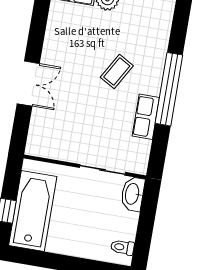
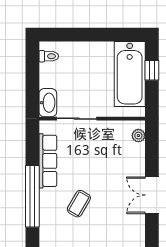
double door: (28, 84) -> (152, 195), moved
row of seats: (146, 117) -> (48, 161), width x1.48
plant: (35, 138) -> (138, 136), added

